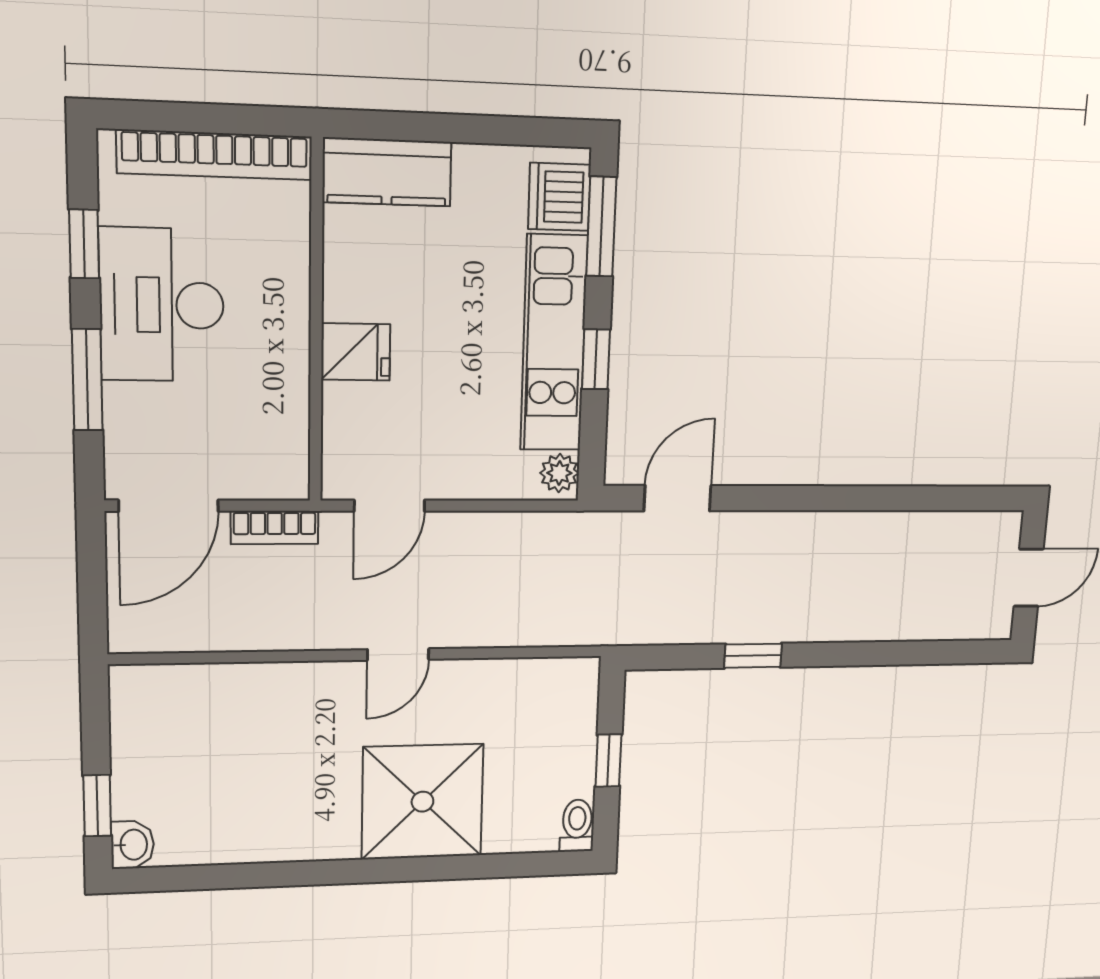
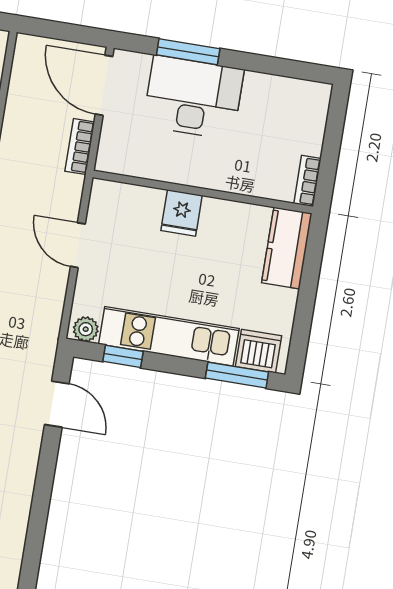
bookcase: (215, 155) -> (307, 181), width x0.43, depth x0.76
window: (84, 244) -> (268, 65), removed
desk: (162, 305) -> (193, 97), moved
window: (596, 359) -> (123, 356), moved
door: (389, 506) -> (78, 245), moved

